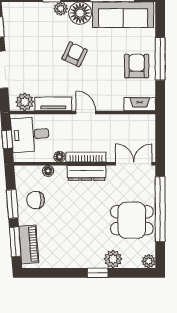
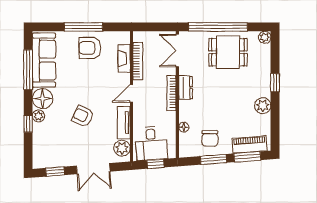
armchair: (75, 54) -> (83, 116), moved
fireplace: (140, 104) -> (124, 58), moved
bookcase: (122, 119) -> (138, 61), added
floor lamp: (60, 157) -> (171, 117), removed
dresser: (86, 173) -> (186, 88), width x0.70
dining table: (132, 220) -> (228, 52), turned 90
plant: (113, 259) -> (263, 106), moved

